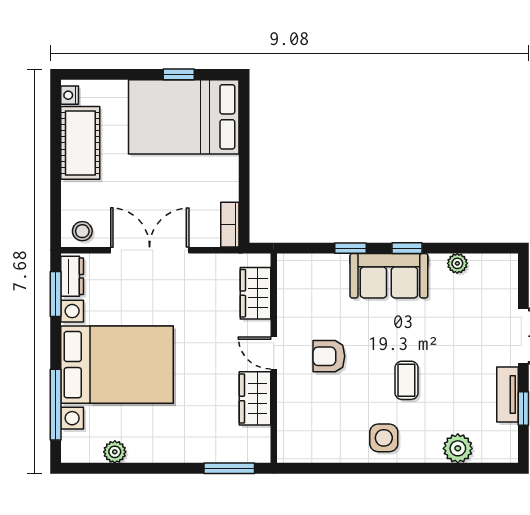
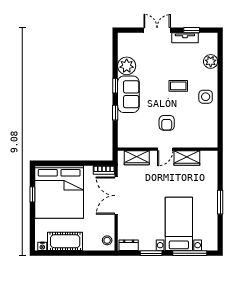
bed: (184, 117) -> (59, 192), width x1.36
double door: (150, 250) -> (116, 196), moved
plant: (457, 263) -> (127, 66), width x1.88, depth x1.88
window: (56, 294) -> (151, 253), moved
bed with nightstands: (117, 365) -> (179, 224), width x0.73
plant: (115, 452) -> (212, 225), removed
window: (229, 468) -> (220, 202), moved

